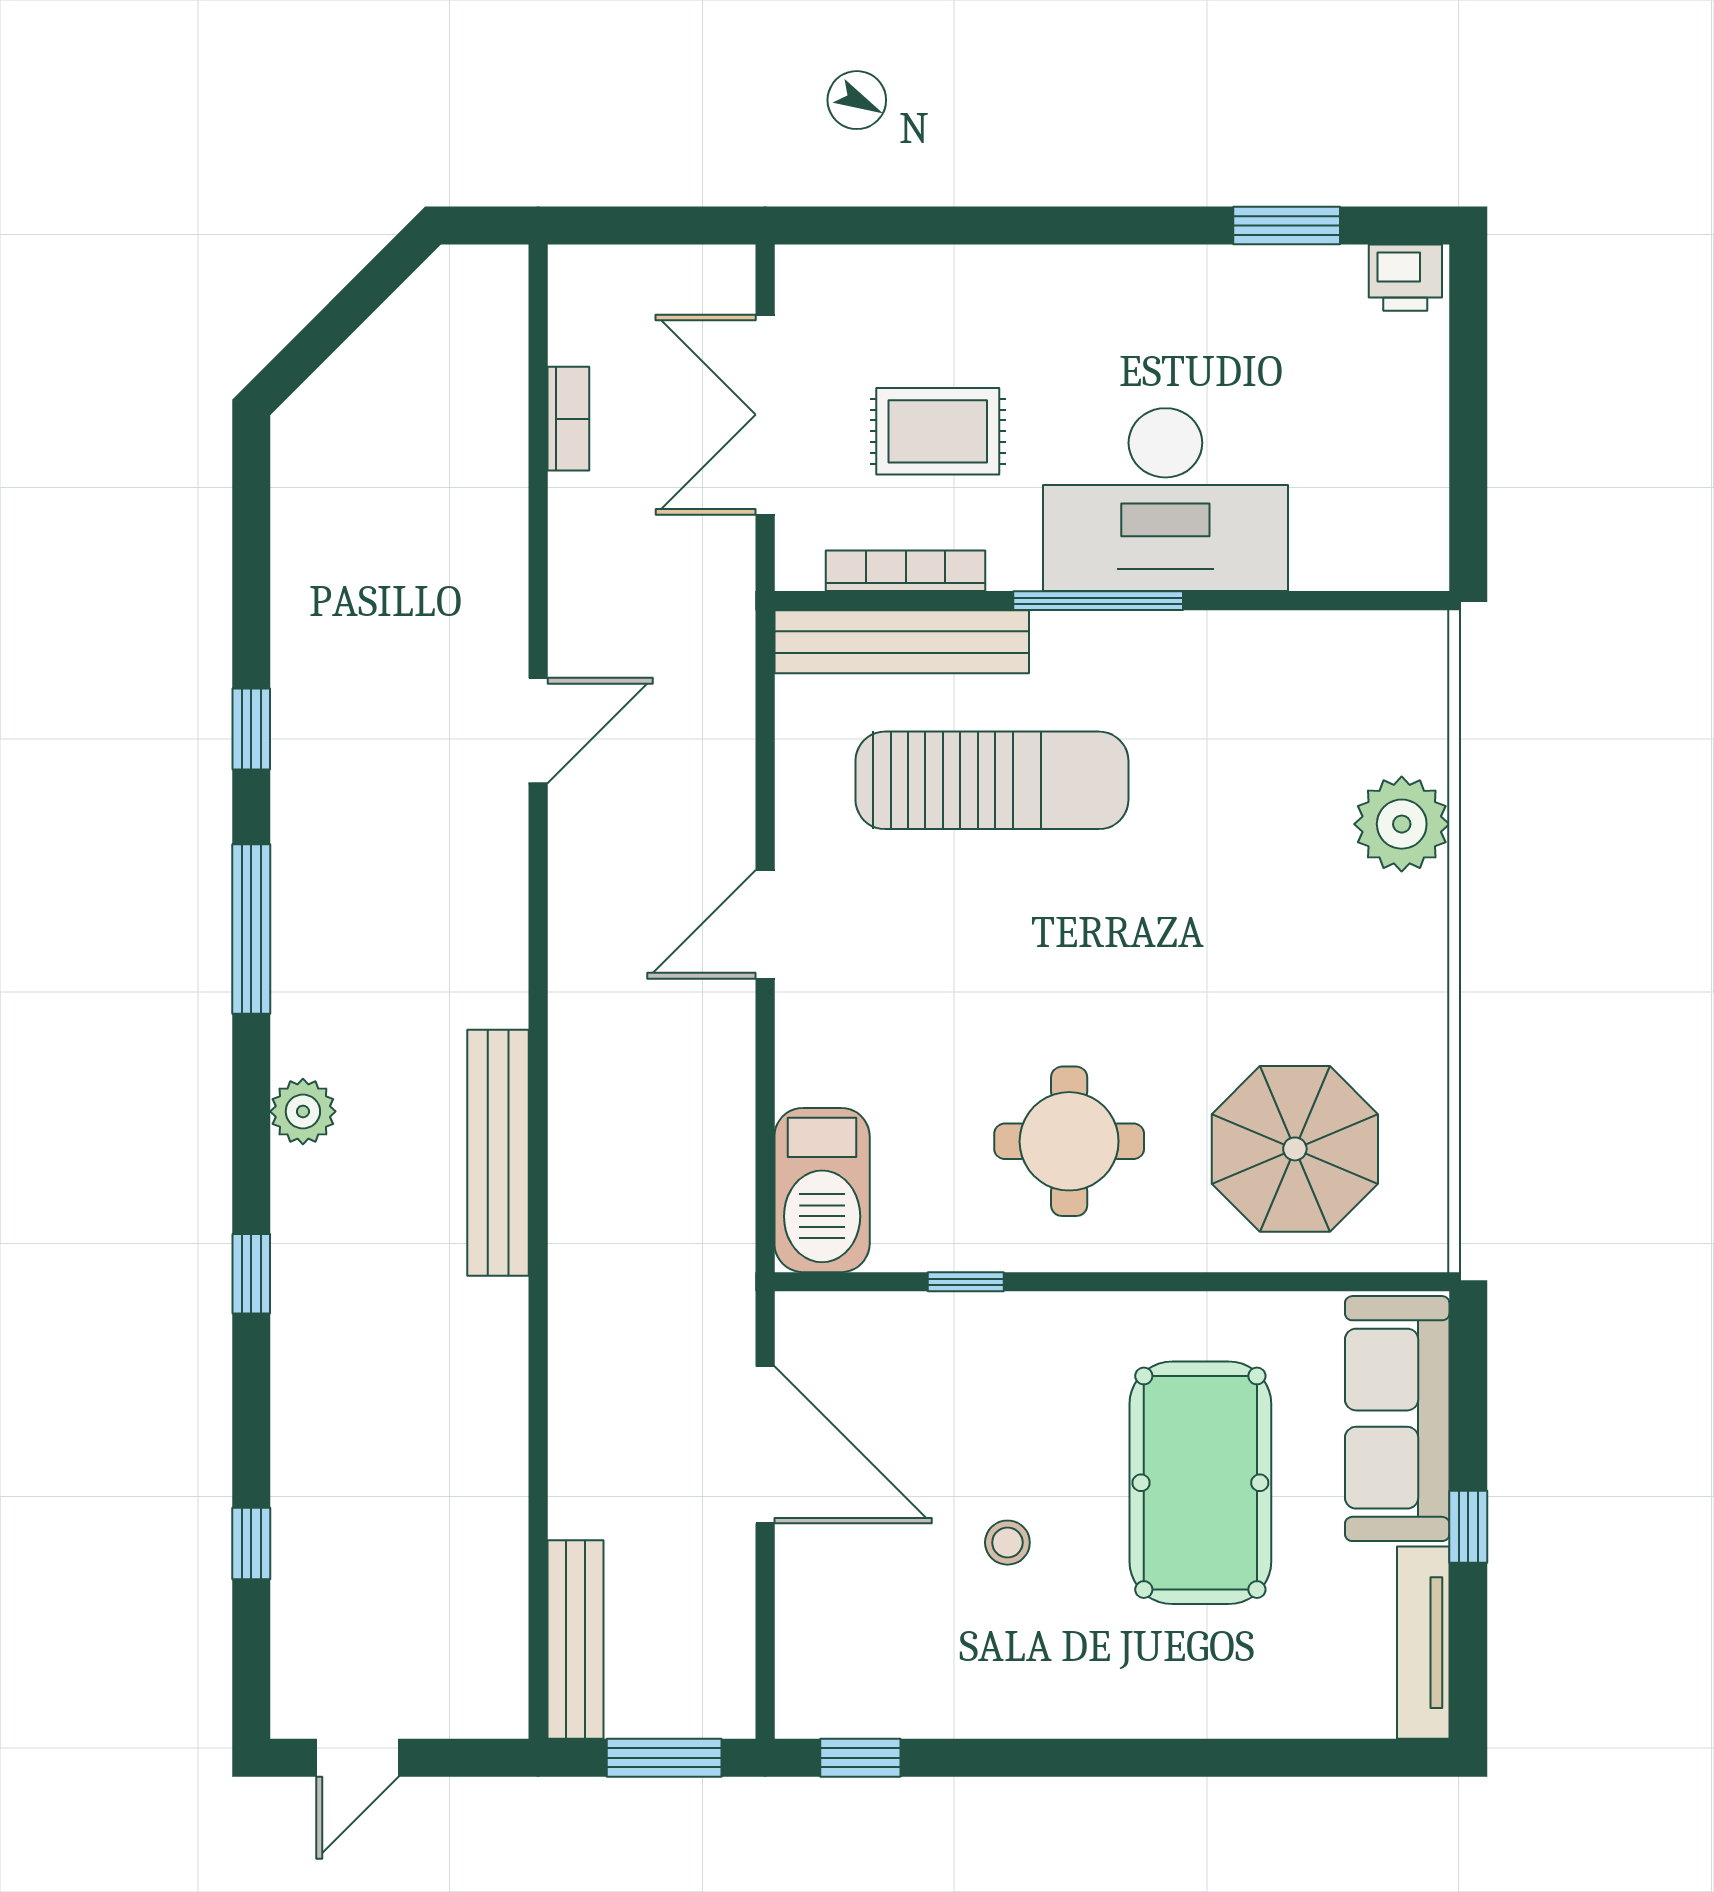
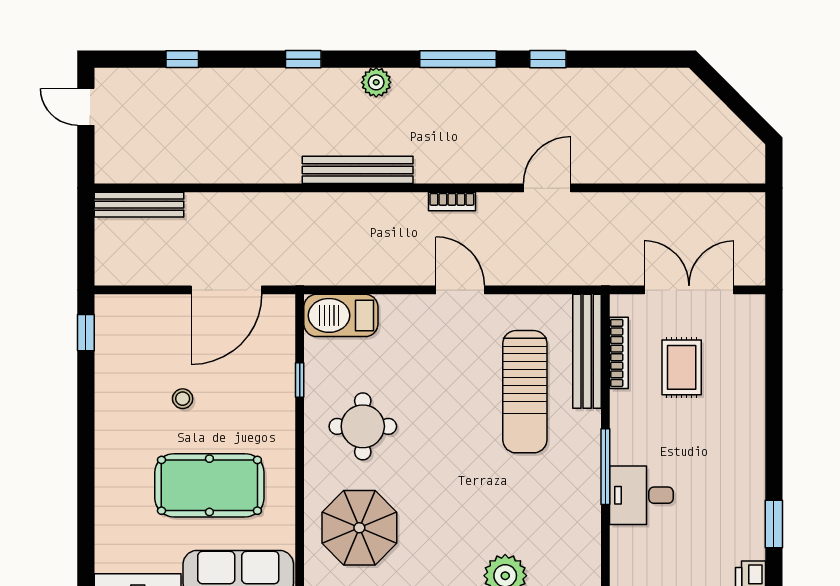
bookcase: (568, 419) -> (452, 202), moved
desk: (1165, 500) -> (641, 495), width x0.53, depth x0.77
window: (1098, 601) -> (605, 467), moved
door: (538, 731) -> (547, 188), swing flipped
window: (664, 1758) -> (86, 245), removed

